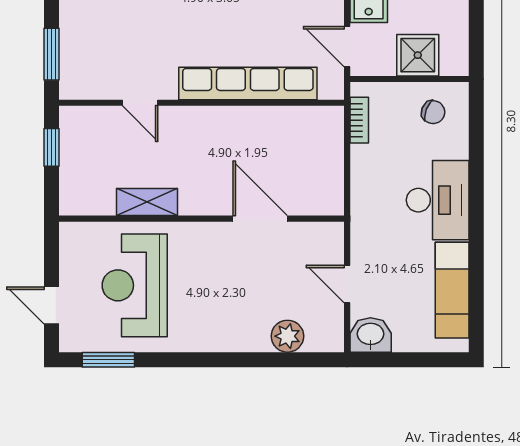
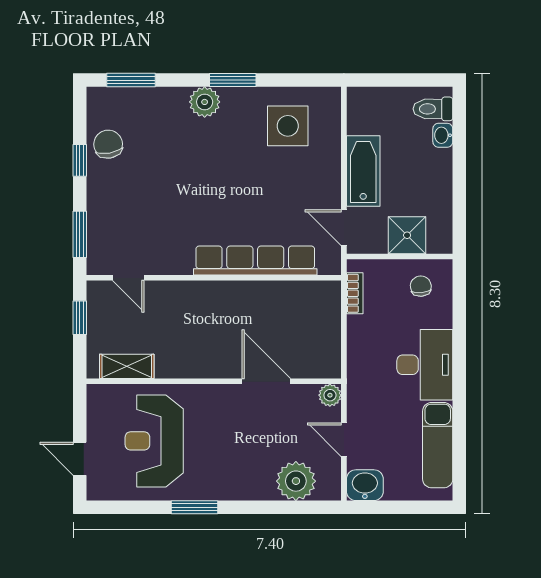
door: (140, 103) -> (128, 278), moved
chair: (433, 112) -> (421, 286), turned -116
shelving: (147, 202) -> (127, 366), moved
plant: (331, 234) -> (330, 395), added
plant: (287, 336) -> (296, 481), width x1.36, depth x1.36
window: (108, 360) -> (195, 507), moved

